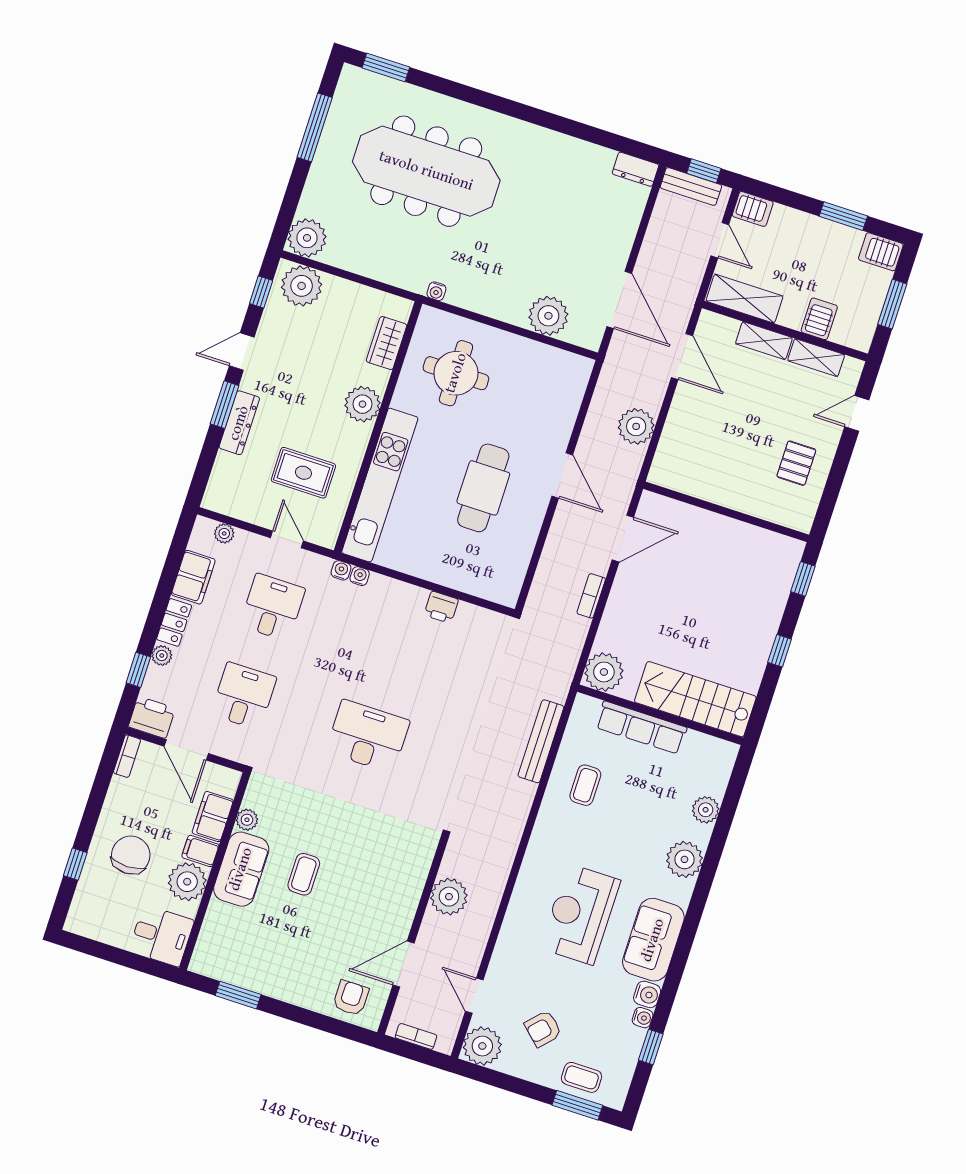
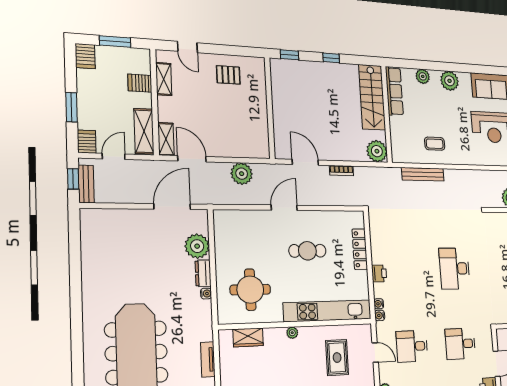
dresser: (635, 169) -> (203, 273), moved, turned 180
window: (843, 216) -> (71, 107), moved
tv unit: (377, 270) -> (208, 360), added
water cooler: (436, 291) -> (206, 294), moved
shelving: (764, 341) -> (166, 139), moved
door: (682, 357) -> (192, 159), hinge flipped
plant: (363, 404) -> (292, 333), width x0.53, depth x0.53
cafe table: (483, 488) -> (307, 251), width x0.73, depth x0.74
door: (287, 539) -> (375, 352), swing flipped
locker: (456, 578) -> (360, 249), added
printer: (441, 607) -> (379, 273), moved
row of seats: (641, 728) -> (394, 91), moved

